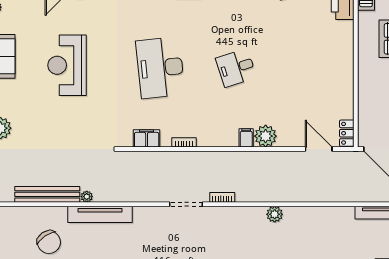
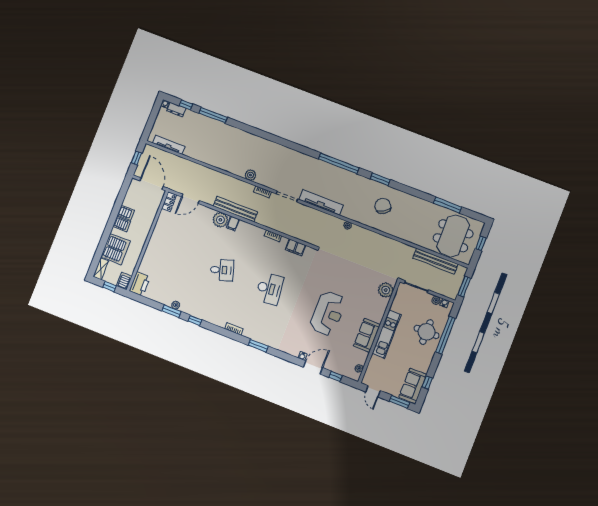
desk: (160, 68) -> (269, 289), width x0.73, depth x0.77
door: (319, 149) -> (190, 199), hinge flipped
bench: (47, 194) -> (235, 209), moved
tv unit: (100, 214) -> (321, 202), moved
plant: (275, 214) -> (251, 175), moved

